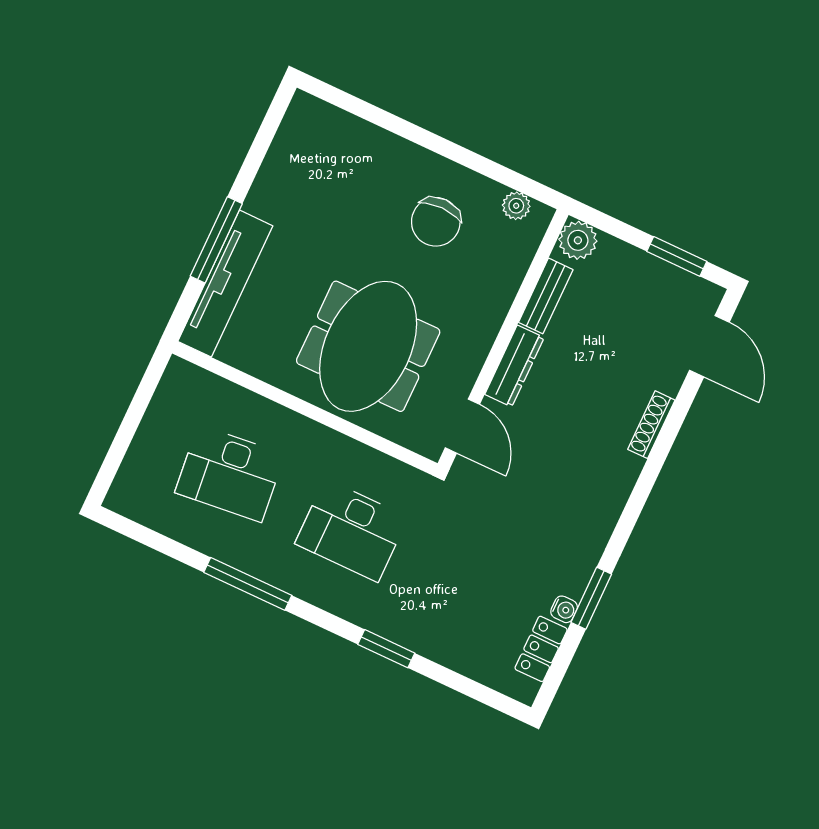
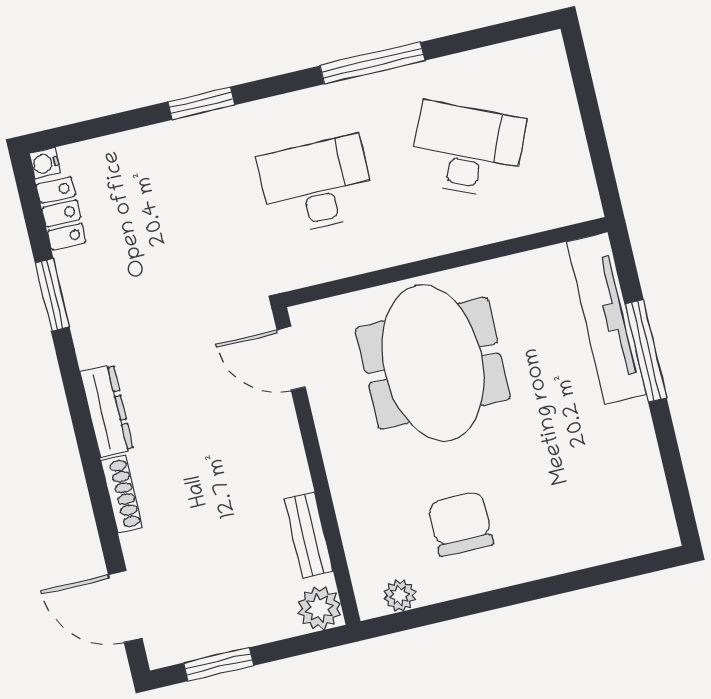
dresser: (514, 366) -> (107, 411), moved, turned 180
desk: (230, 473) -> (467, 150), turned 30
water cooler: (564, 609) -> (45, 163), moved

